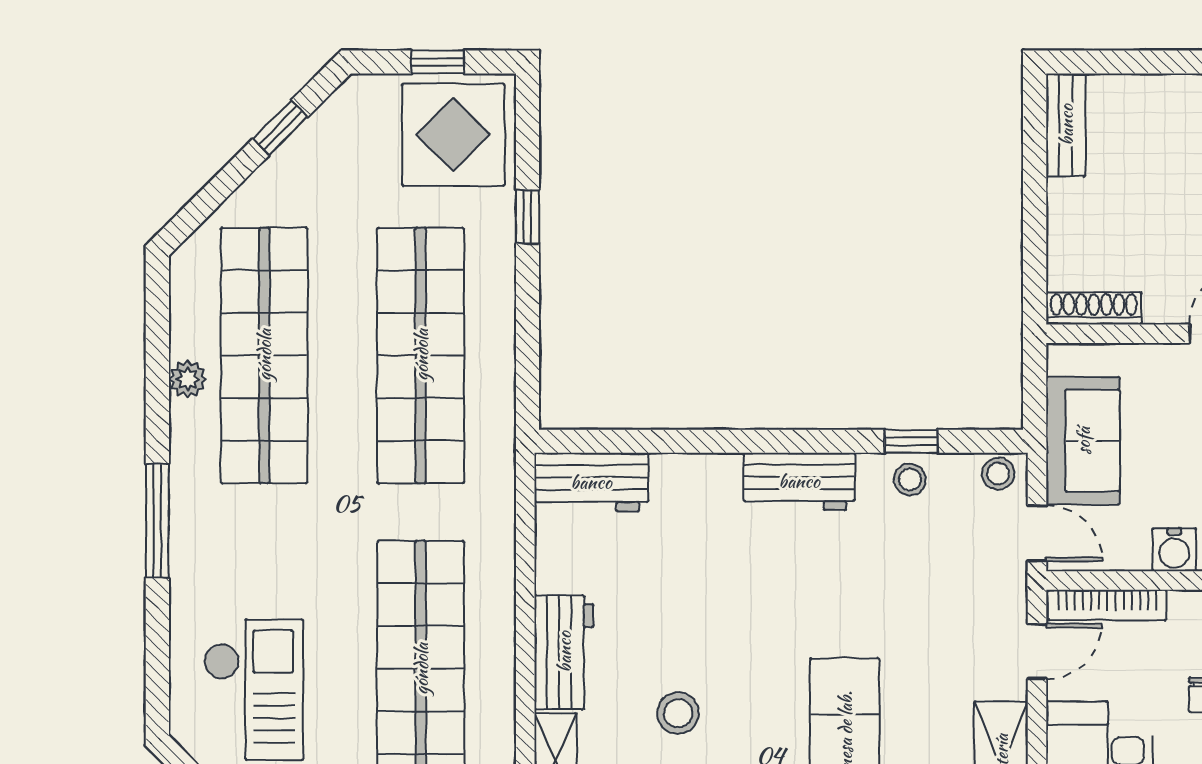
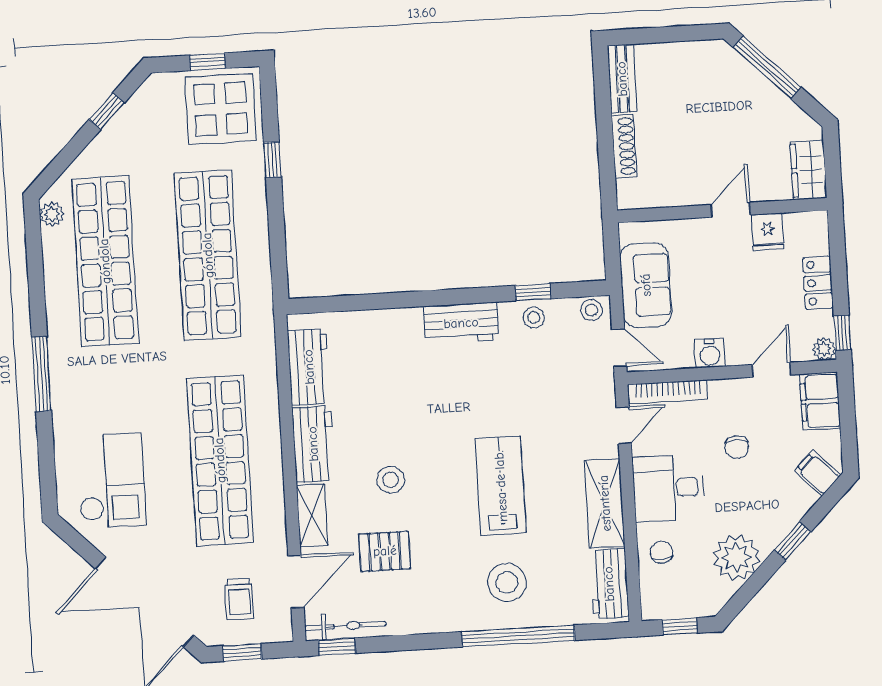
shoe rack: (1094, 308) -> (624, 146), moved, turned 90
plant: (187, 379) -> (52, 214), moved
workbench: (591, 482) -> (309, 367), moved, turned -90

